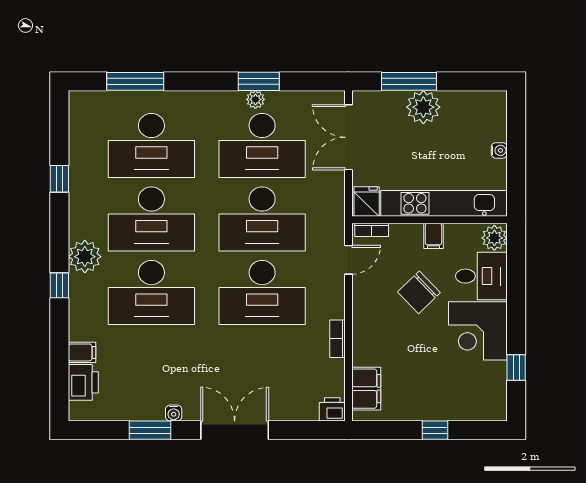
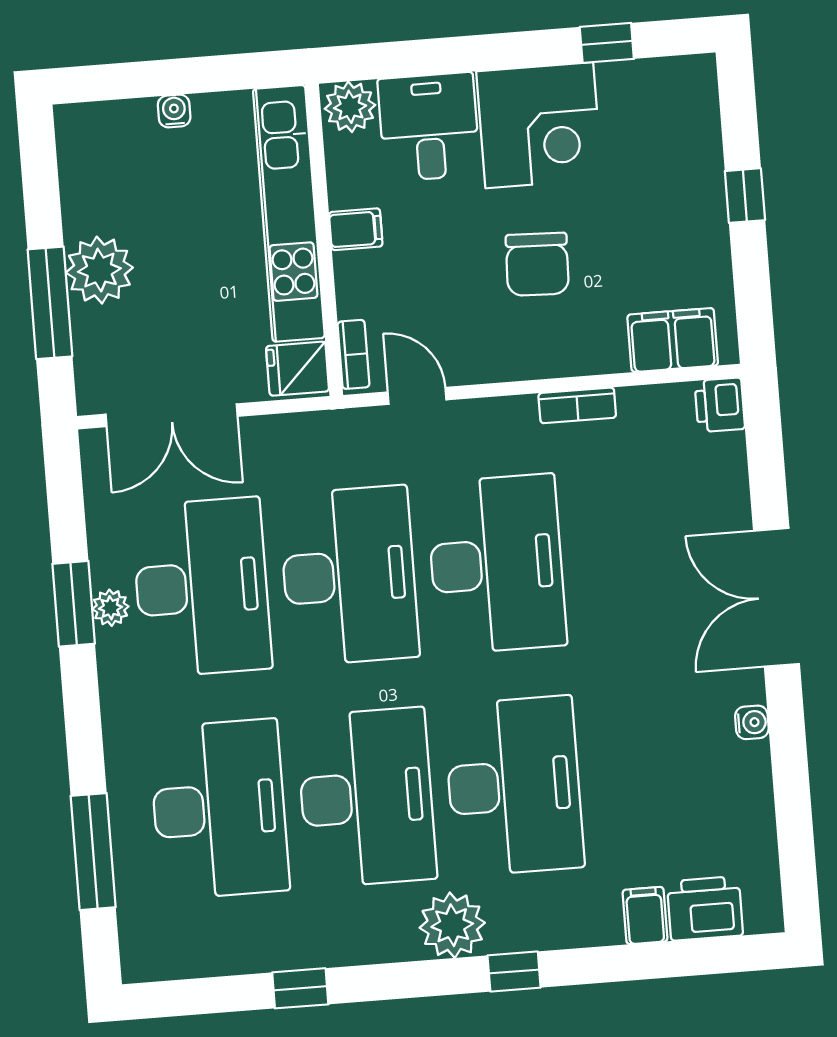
chair: (419, 292) -> (537, 264), moved, turned 46
window: (150, 430) -> (790, 767), removed

